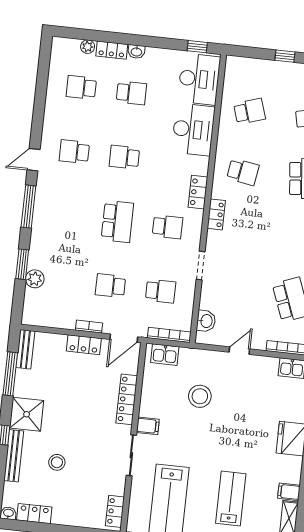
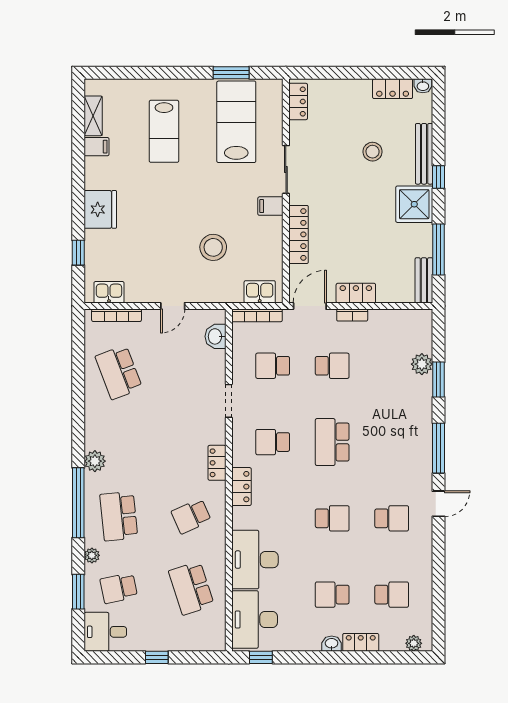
plant: (88, 47) -> (414, 643), moved
school desk: (249, 111) -> (191, 588), width x1.85
school desk: (243, 172) -> (191, 516), turned -33

